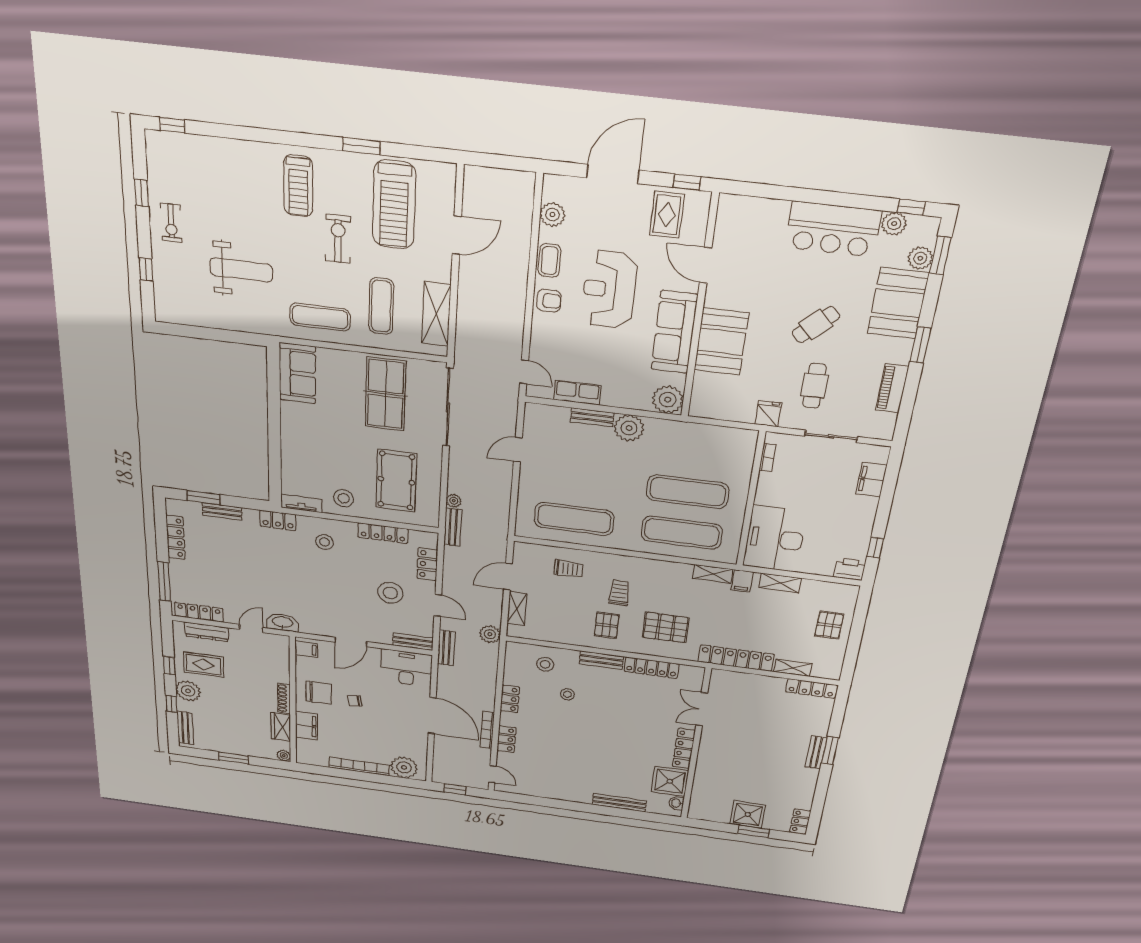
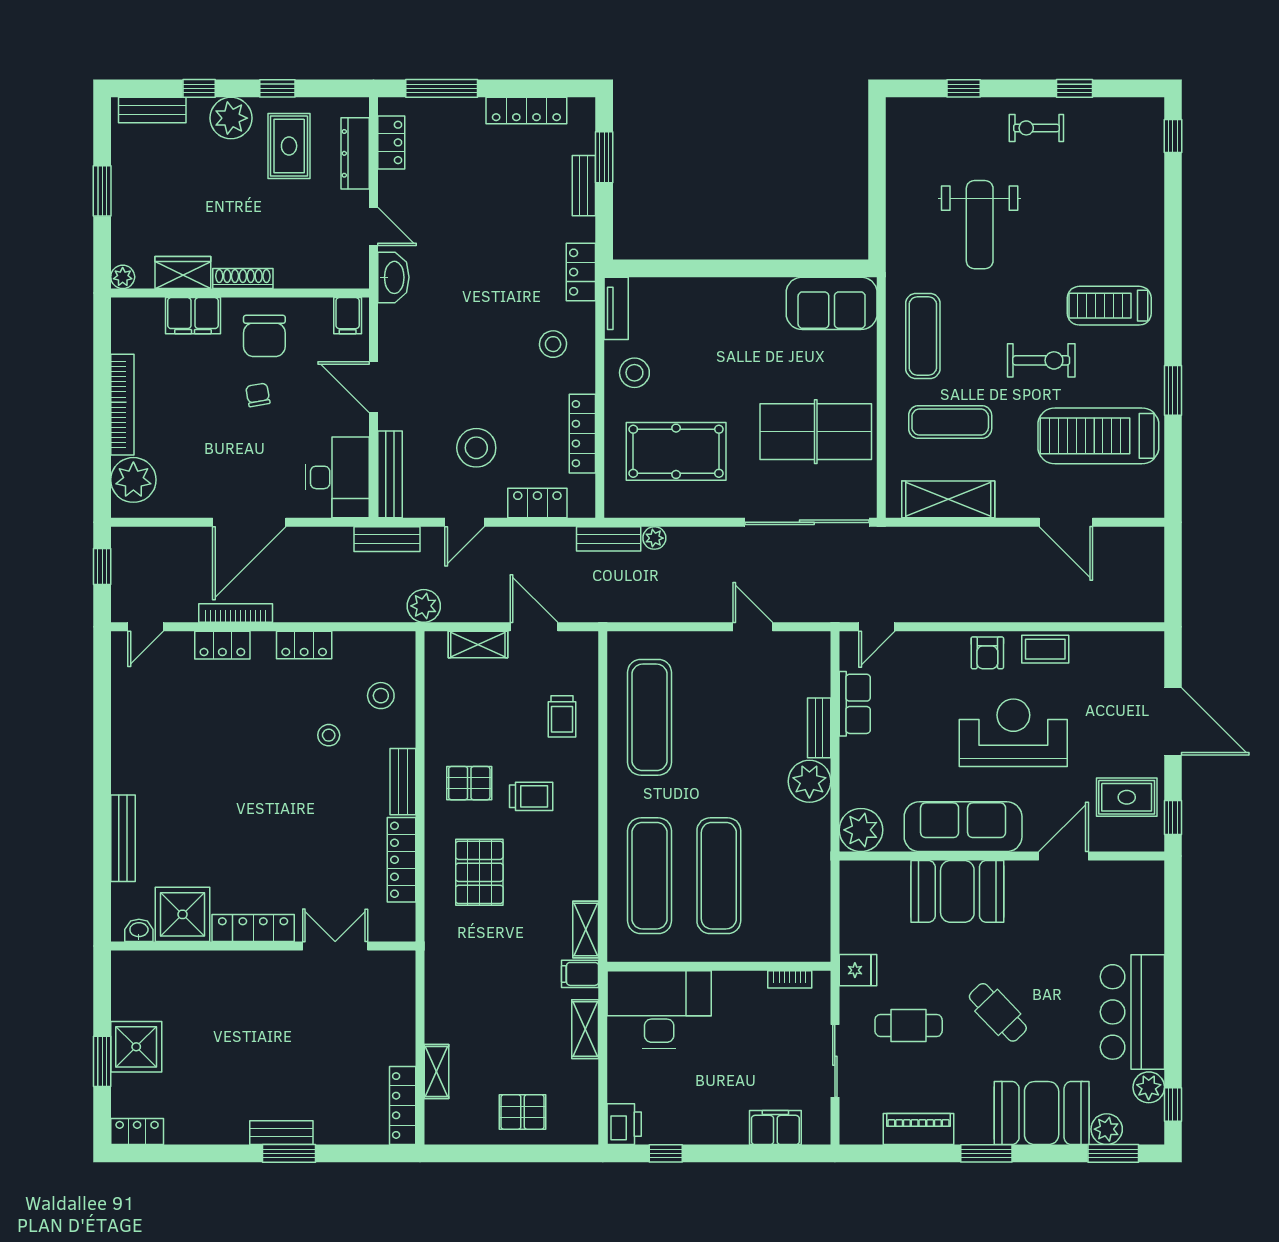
plant: (552, 215) -> (1109, 648), removed
locker: (199, 612) -> (391, 142), width x0.66
bench: (413, 642) -> (390, 474), width x1.36
locker: (736, 658) -> (441, 985), removed

